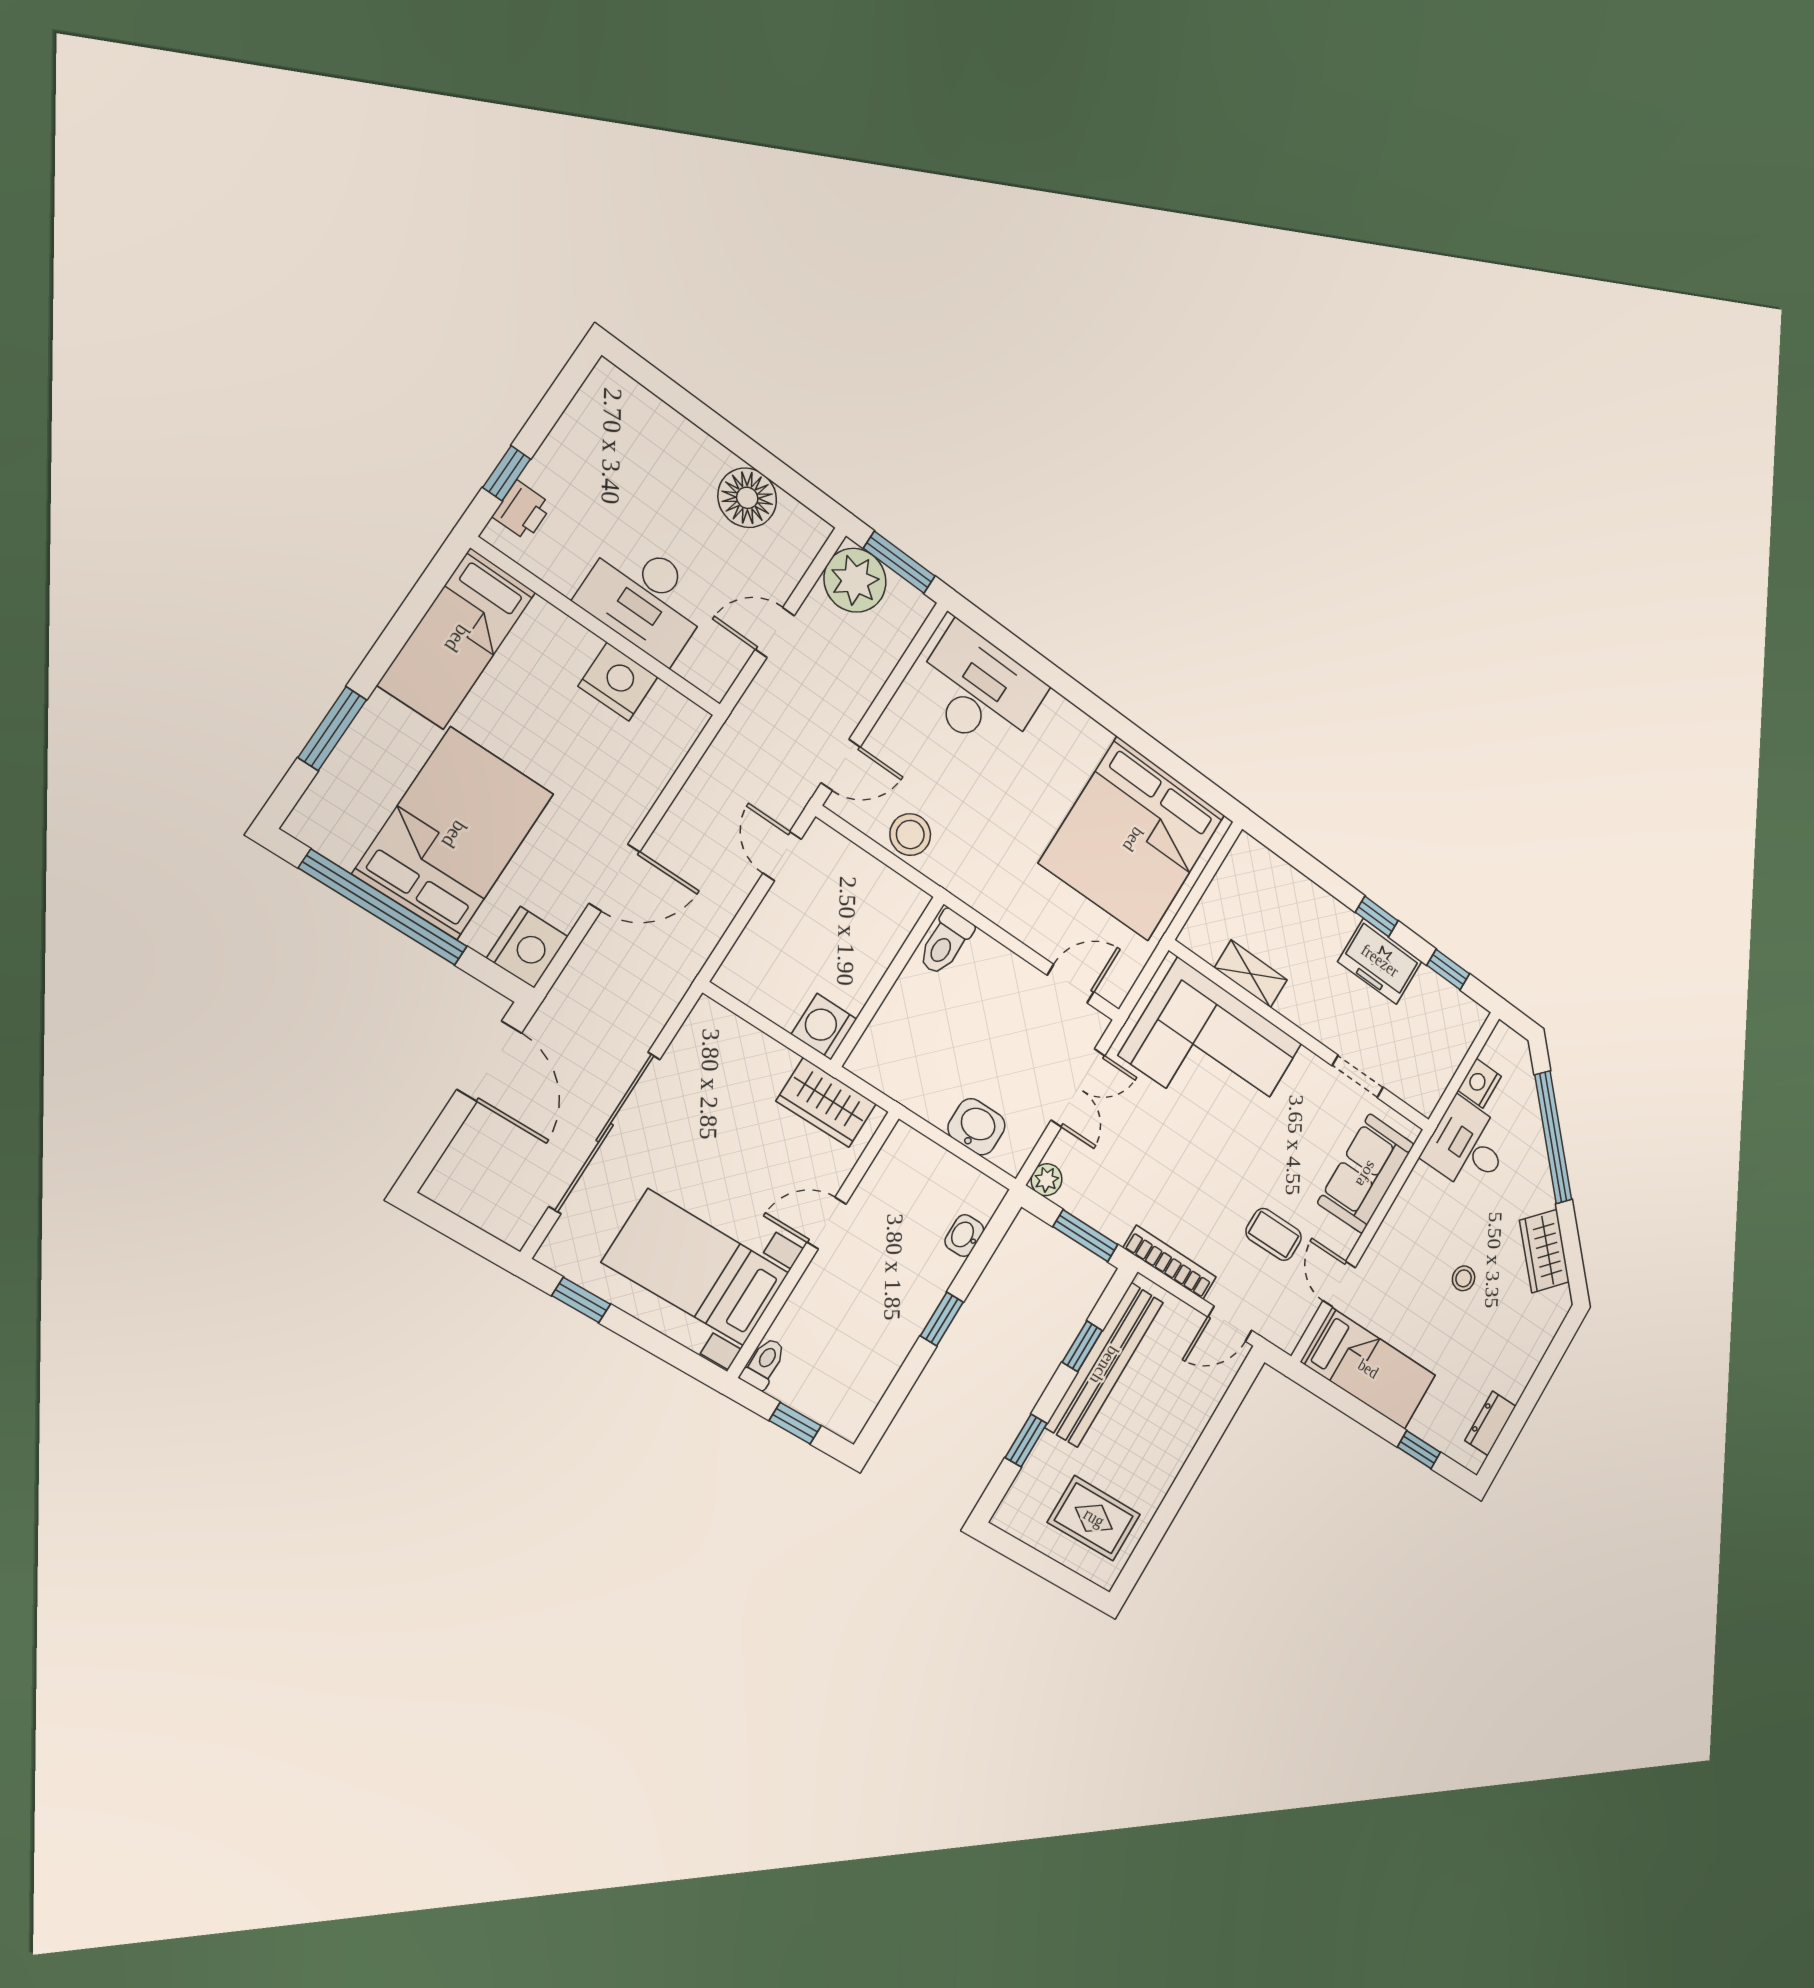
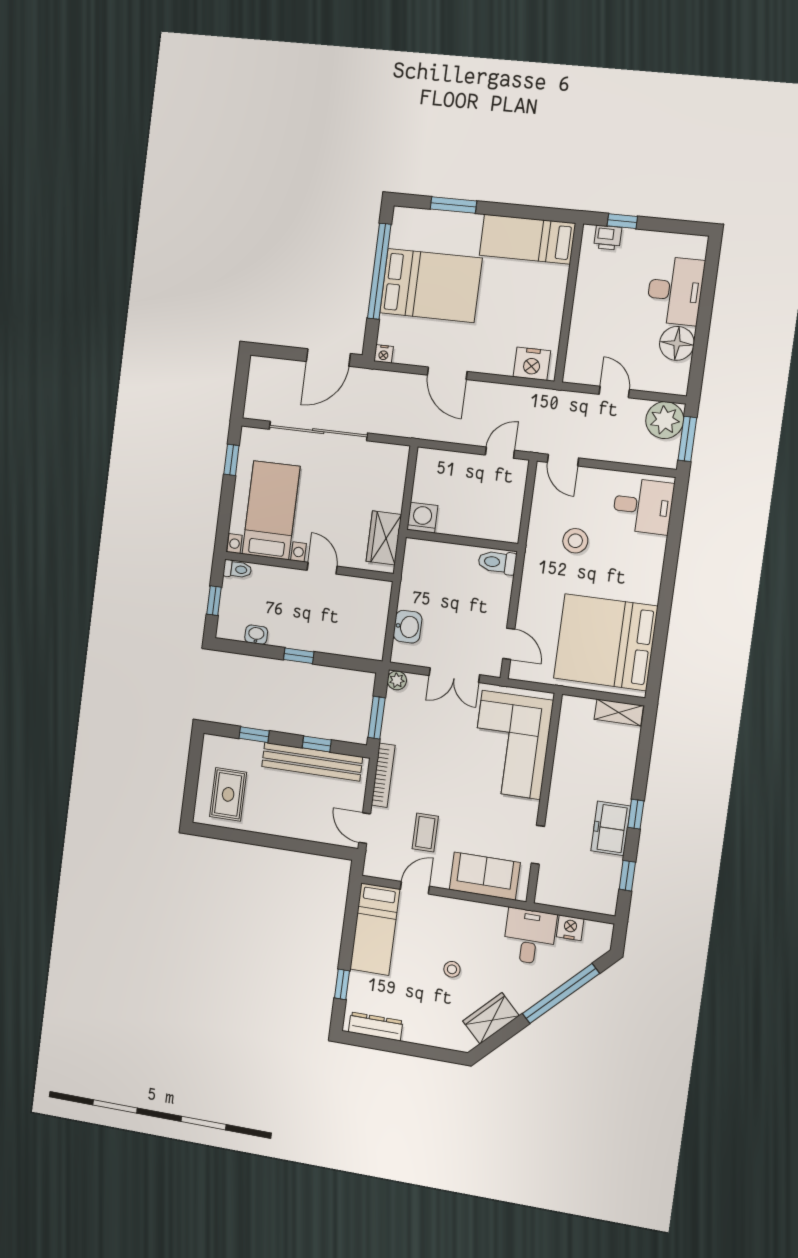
desk: (645, 598) -> (675, 291), moved, turned 180
nightstand: (618, 682) -> (532, 364), moved, turned 90
desk: (979, 691) -> (643, 506), width x0.73
stool: (910, 835) -> (575, 541), moved
nightstand: (527, 947) -> (384, 354), width x0.53, depth x0.56
shelving: (1251, 974) -> (619, 712), moved, turned 90
washbasin: (964, 1236) -> (256, 635), moved
dresser: (1490, 1423) -> (376, 1026), width x1.44

